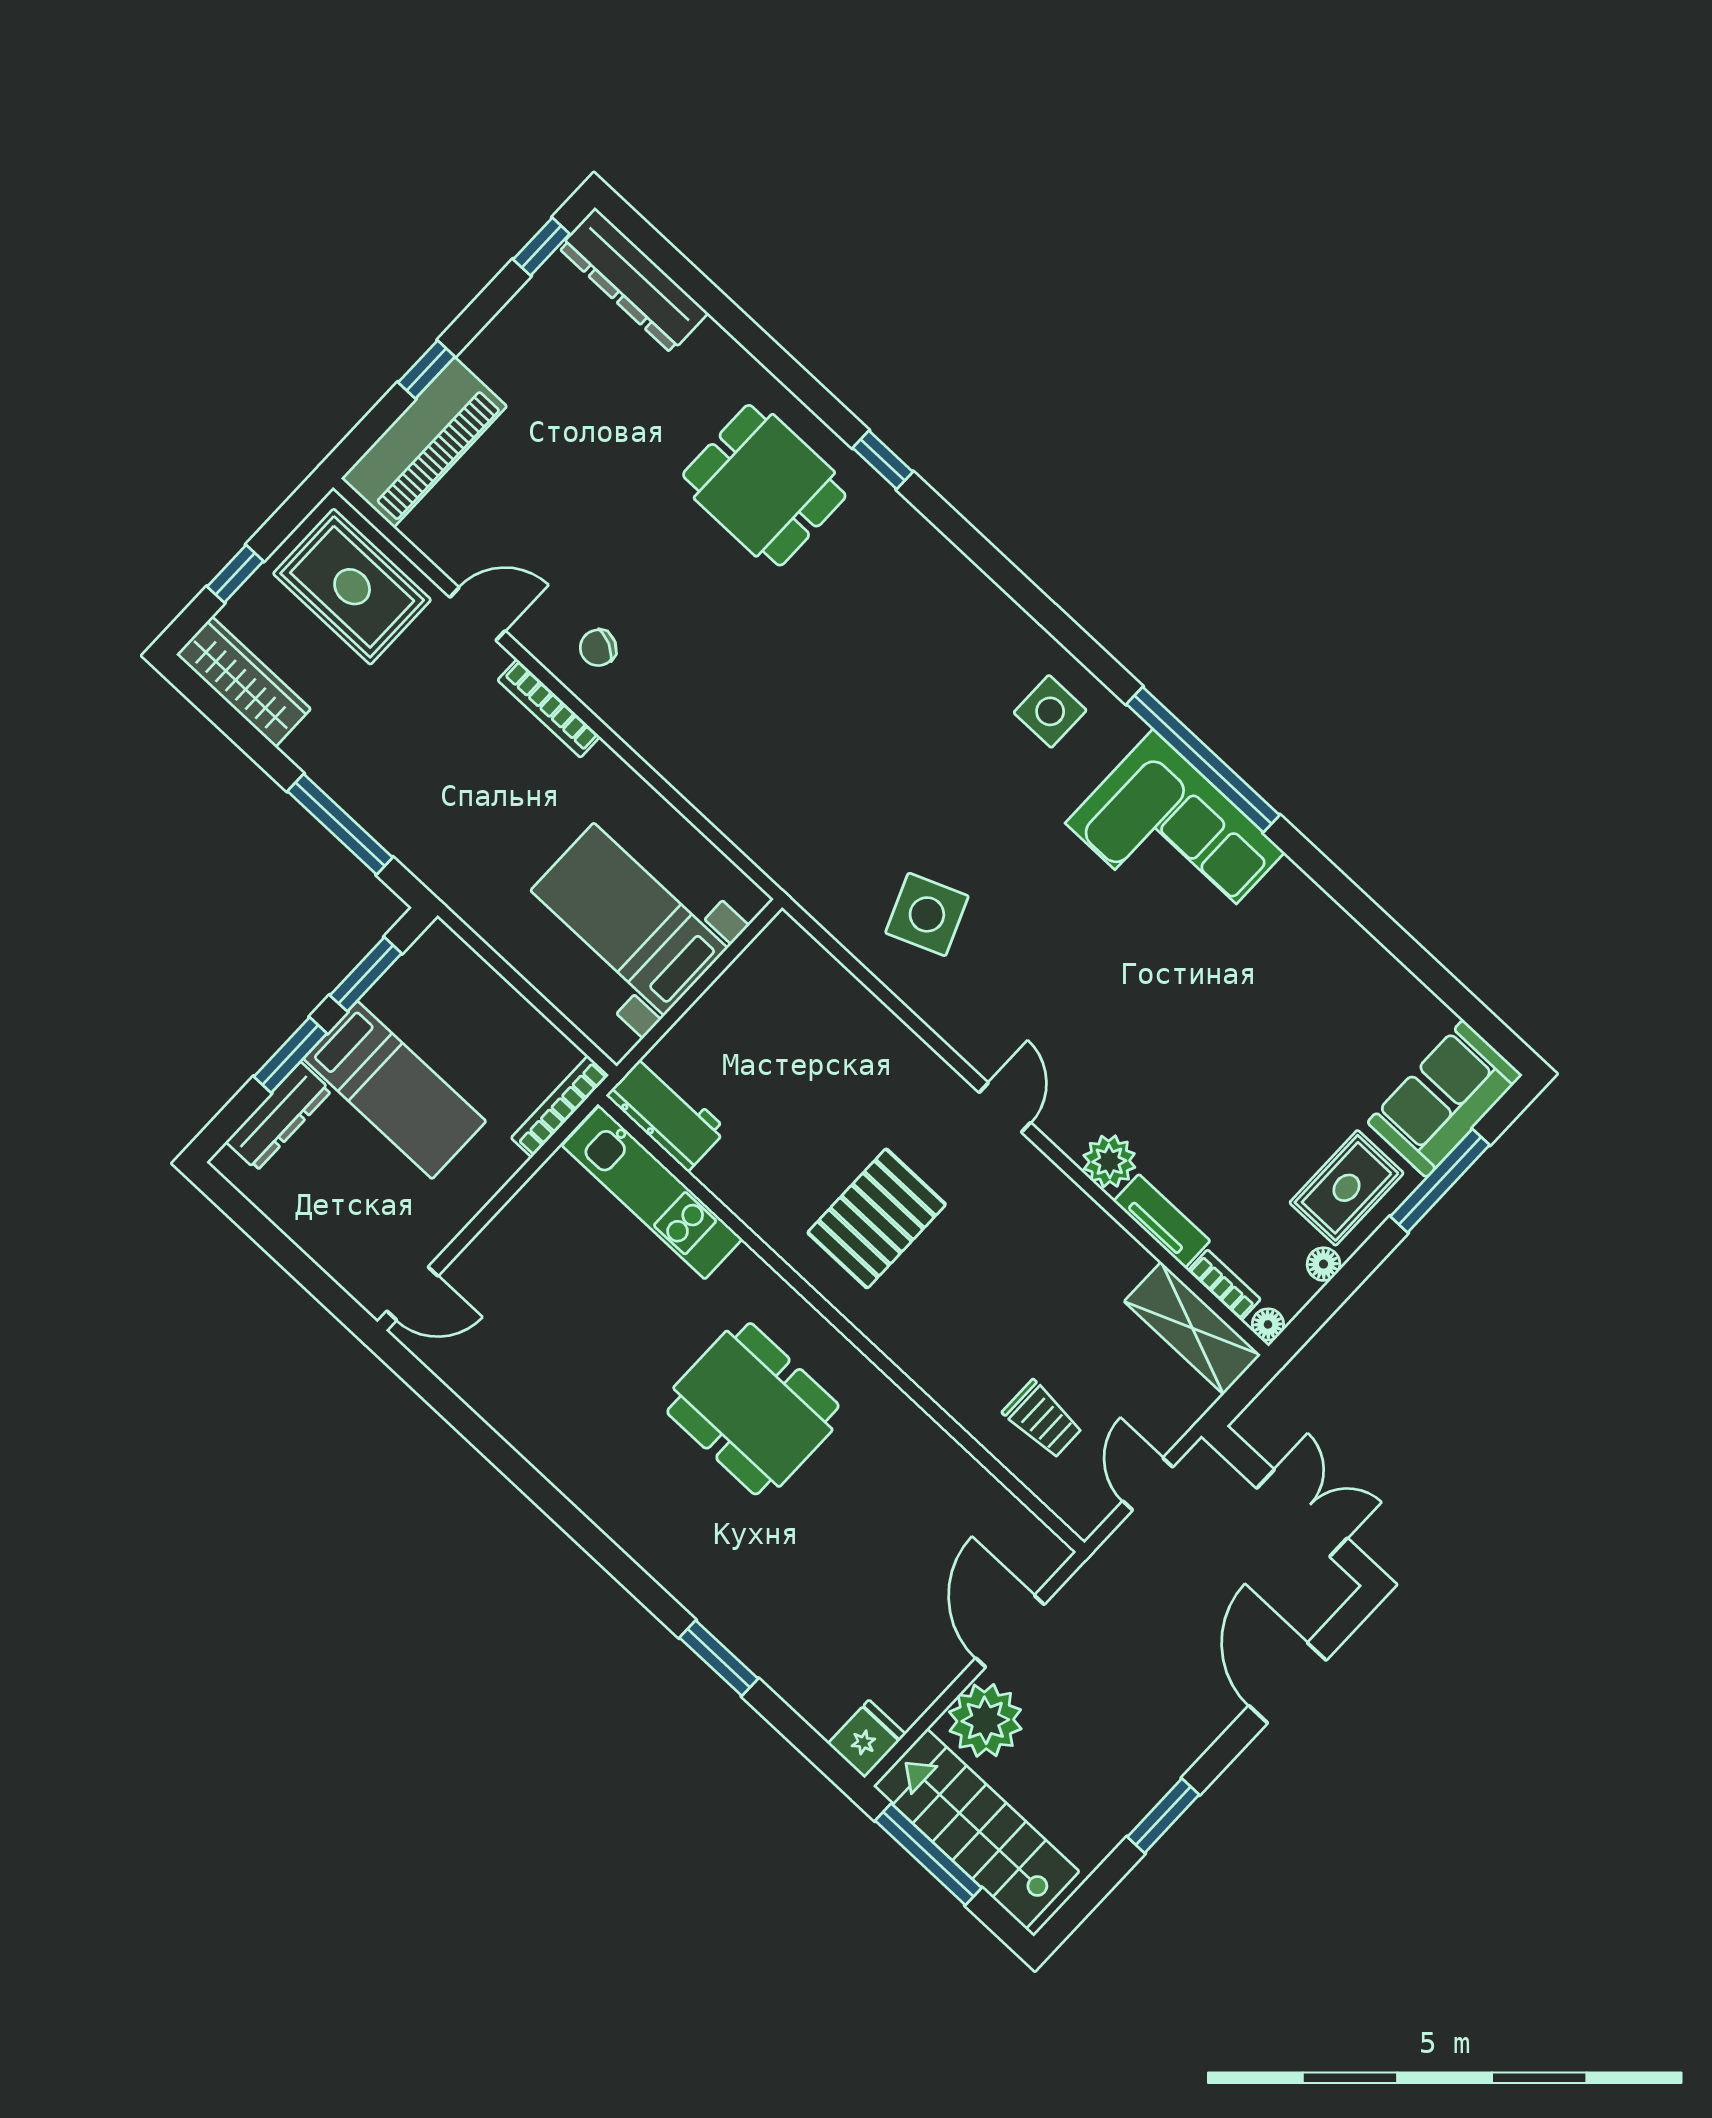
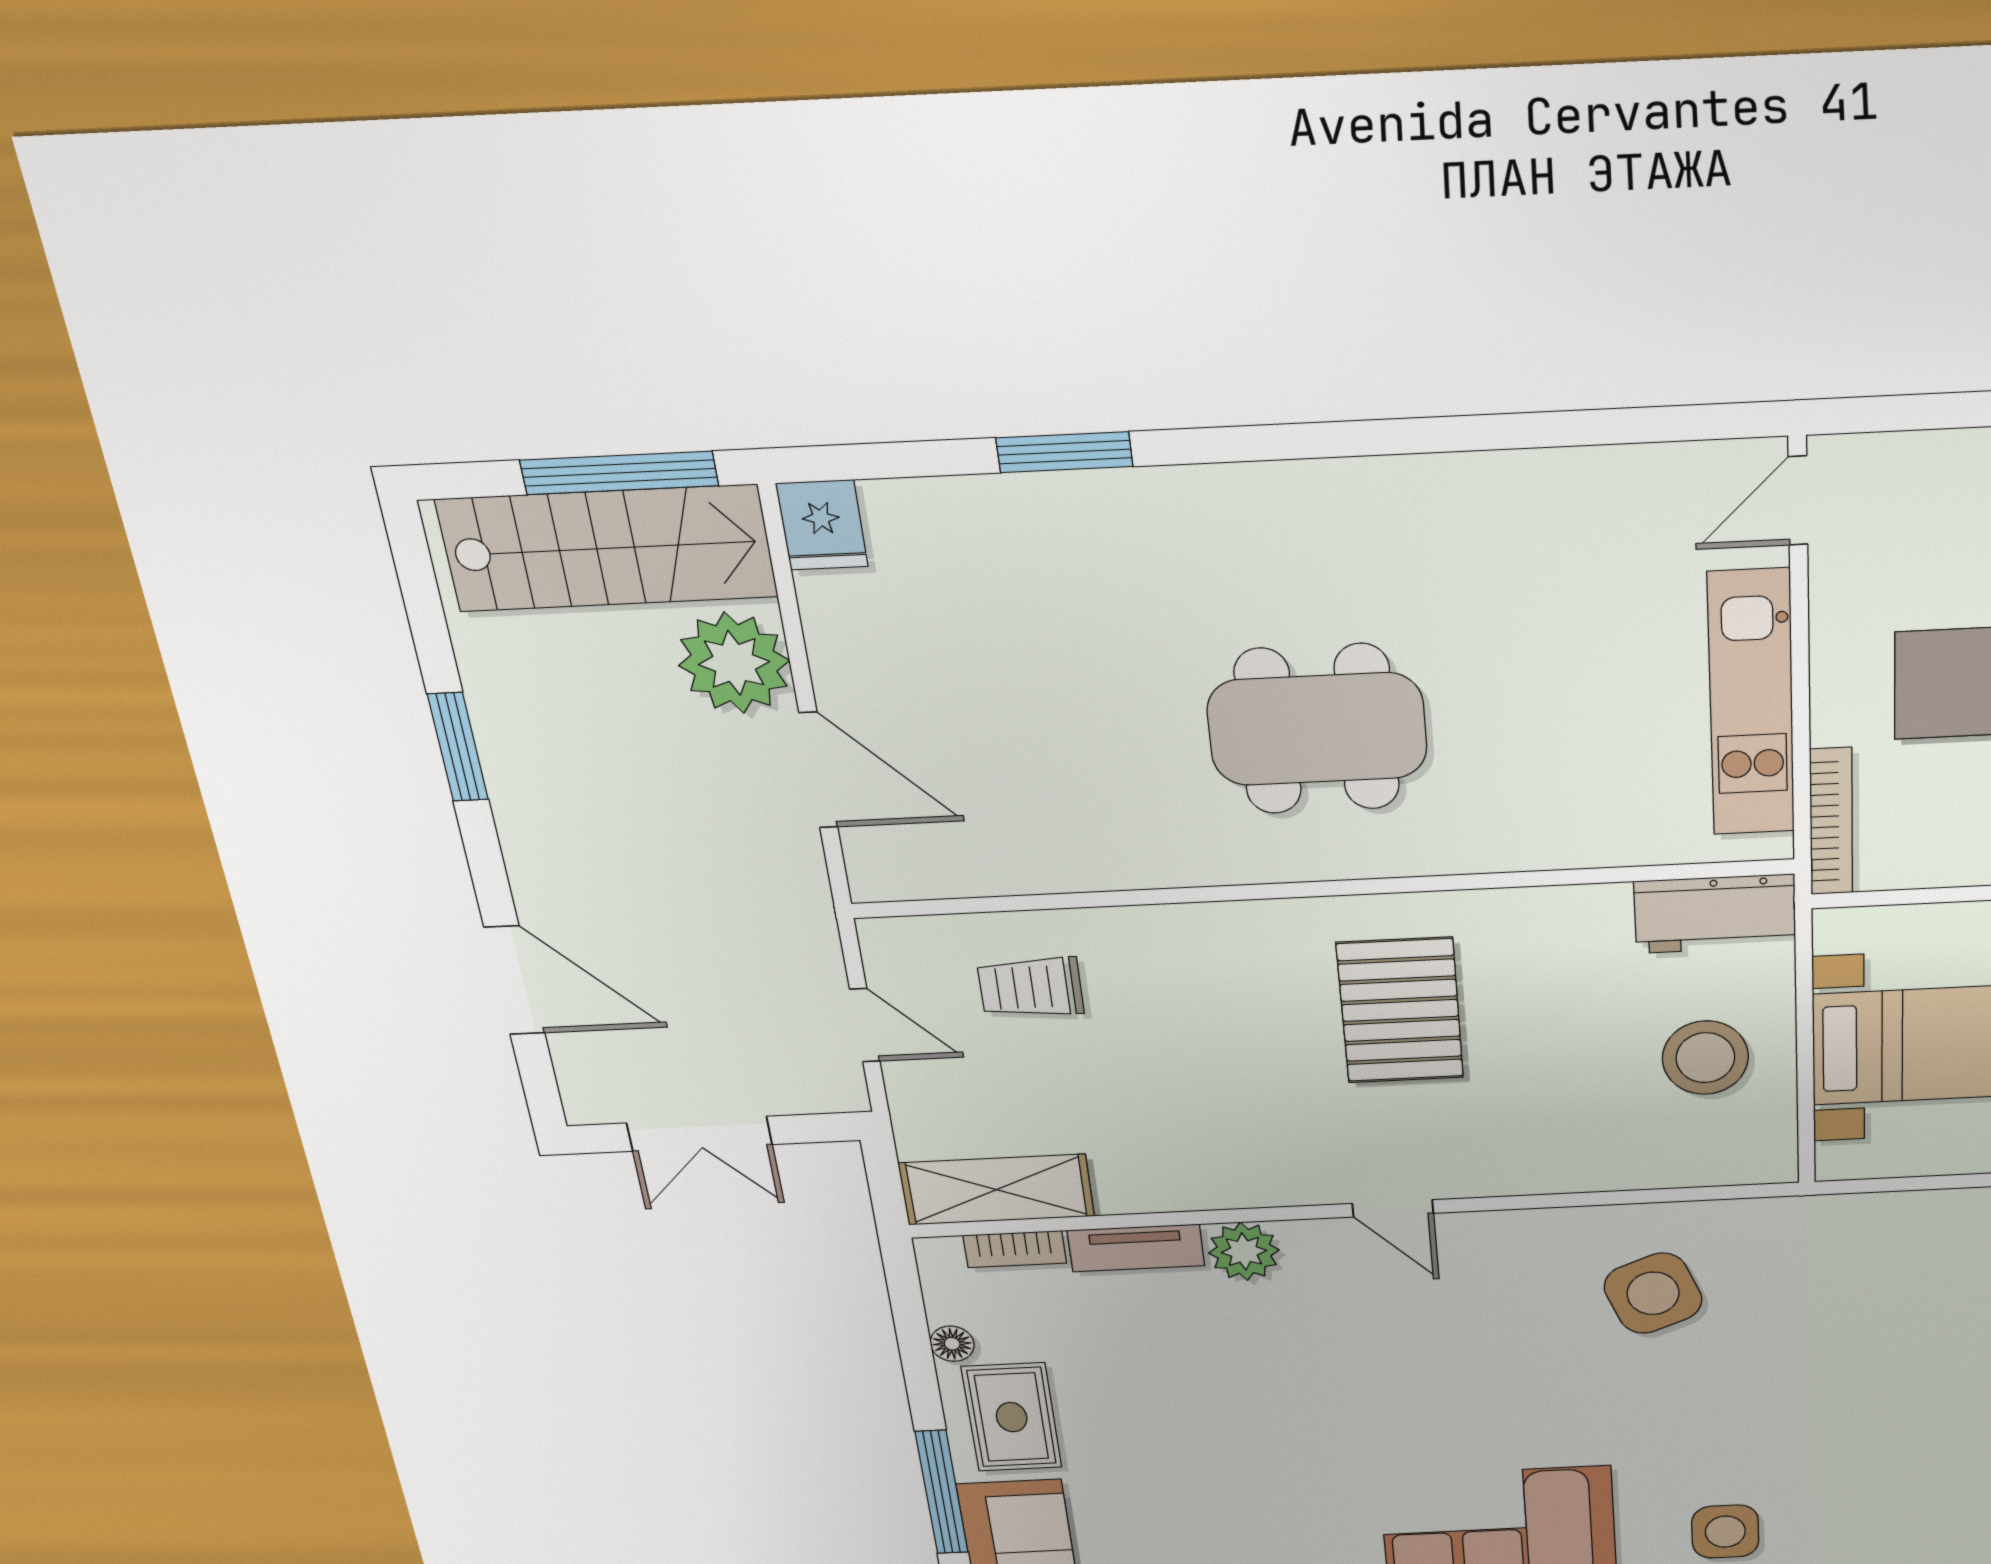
stool: (754, 1033) -> (1705, 1058), added
kitchen unit: (652, 1192) -> (1751, 704), moved, turned -90
floor lamp: (1268, 1324) -> (935, 1254), removed

